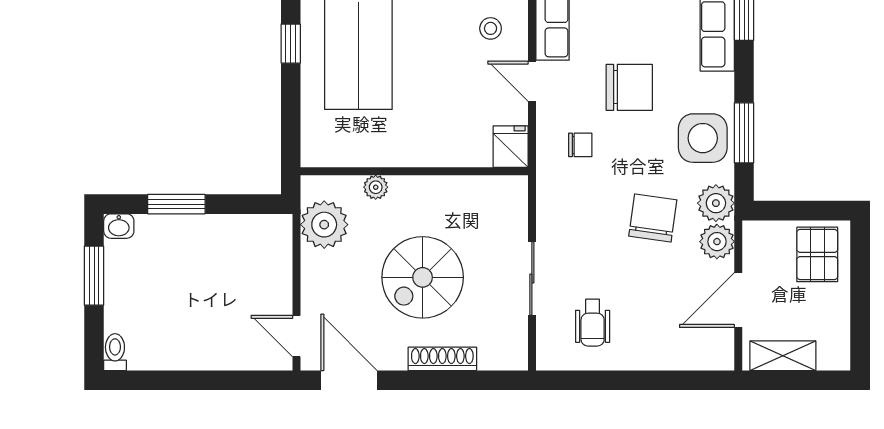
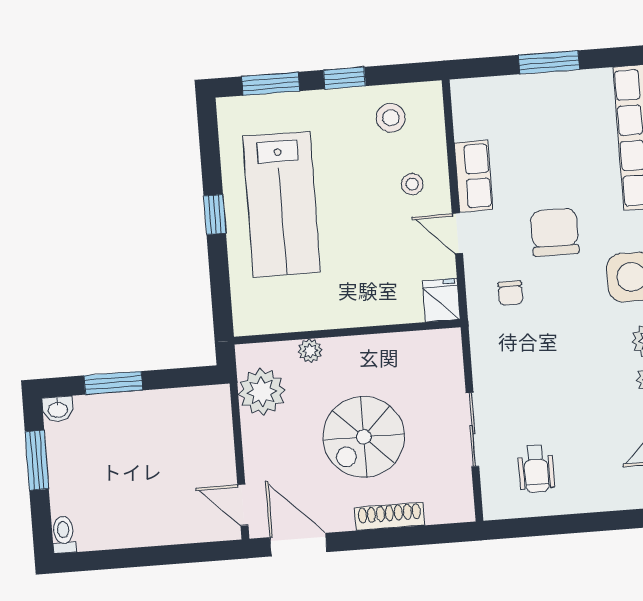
chair: (629, 87) -> (555, 232), turned -90
chair: (580, 145) -> (510, 293), turned 90
chair: (653, 218) -> (588, 360), removed

